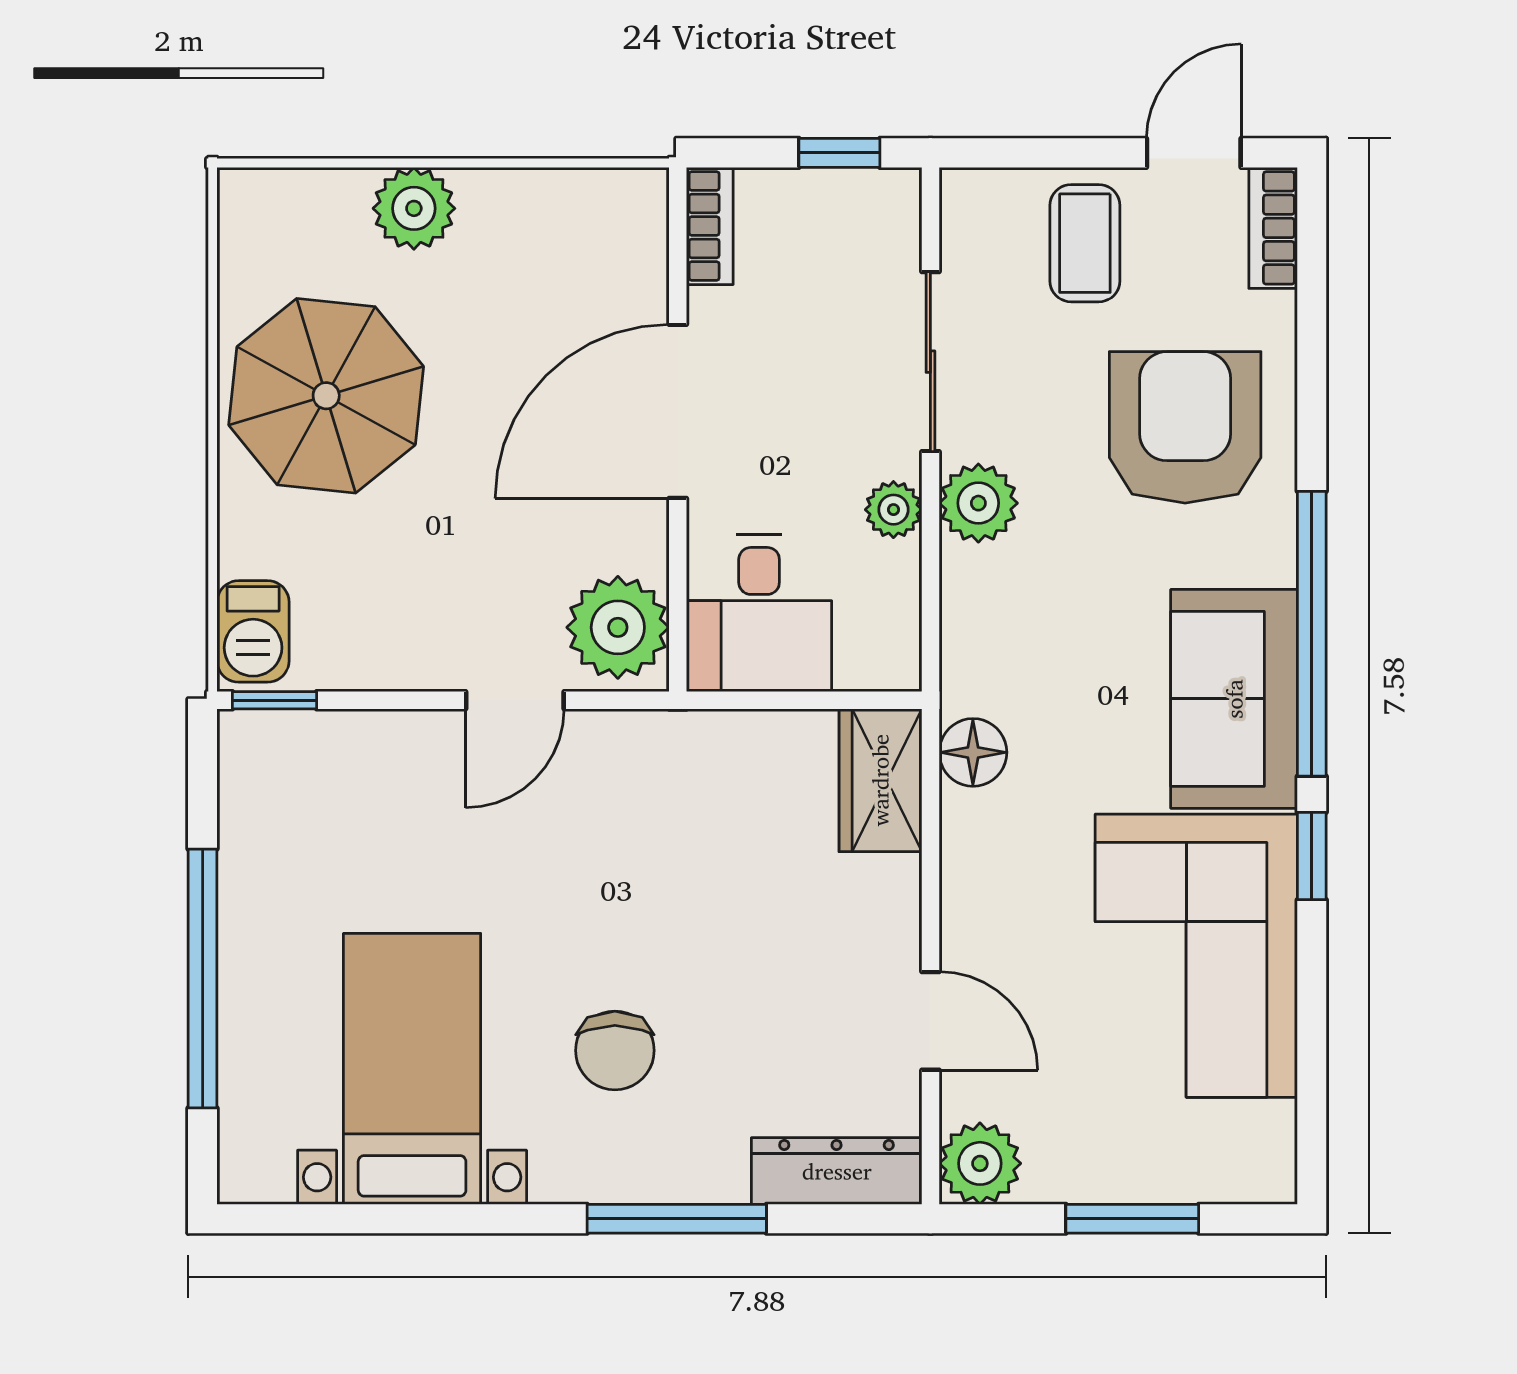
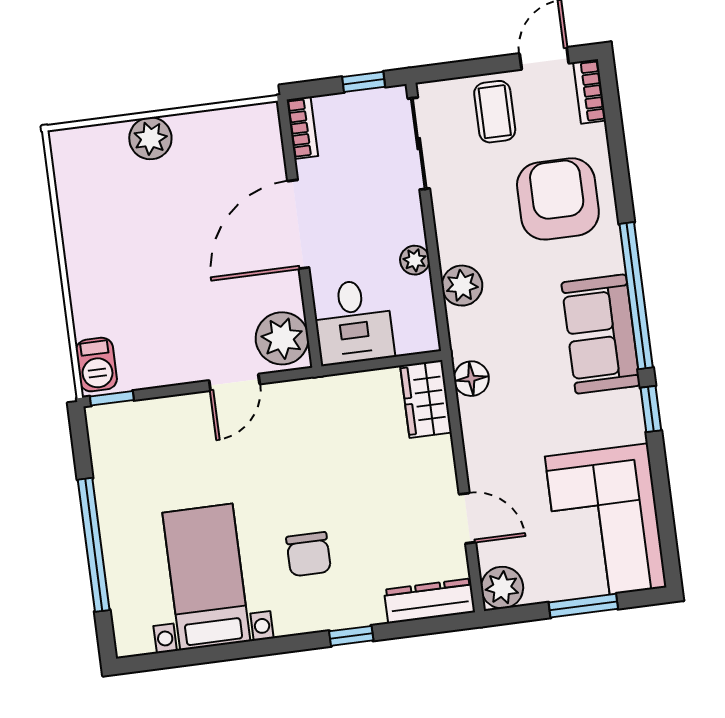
sliding door: (930, 362) -> (419, 144), moved
parasol: (326, 396) -> (118, 240), removed
plant: (978, 503) -> (462, 286), moved
corner sofa: (1196, 956) -> (606, 522), moved
window: (677, 1219) -> (351, 636), width x0.46

